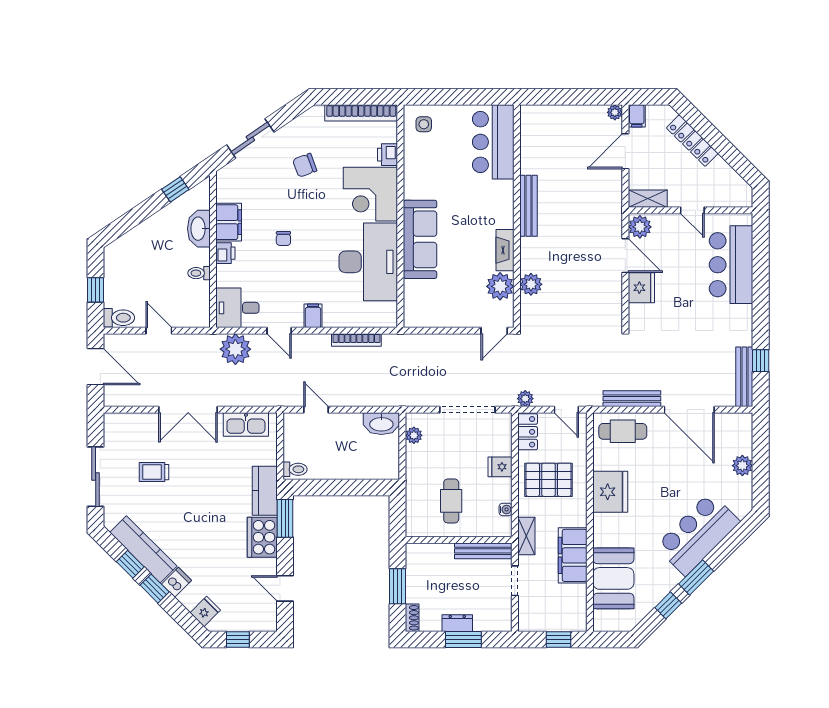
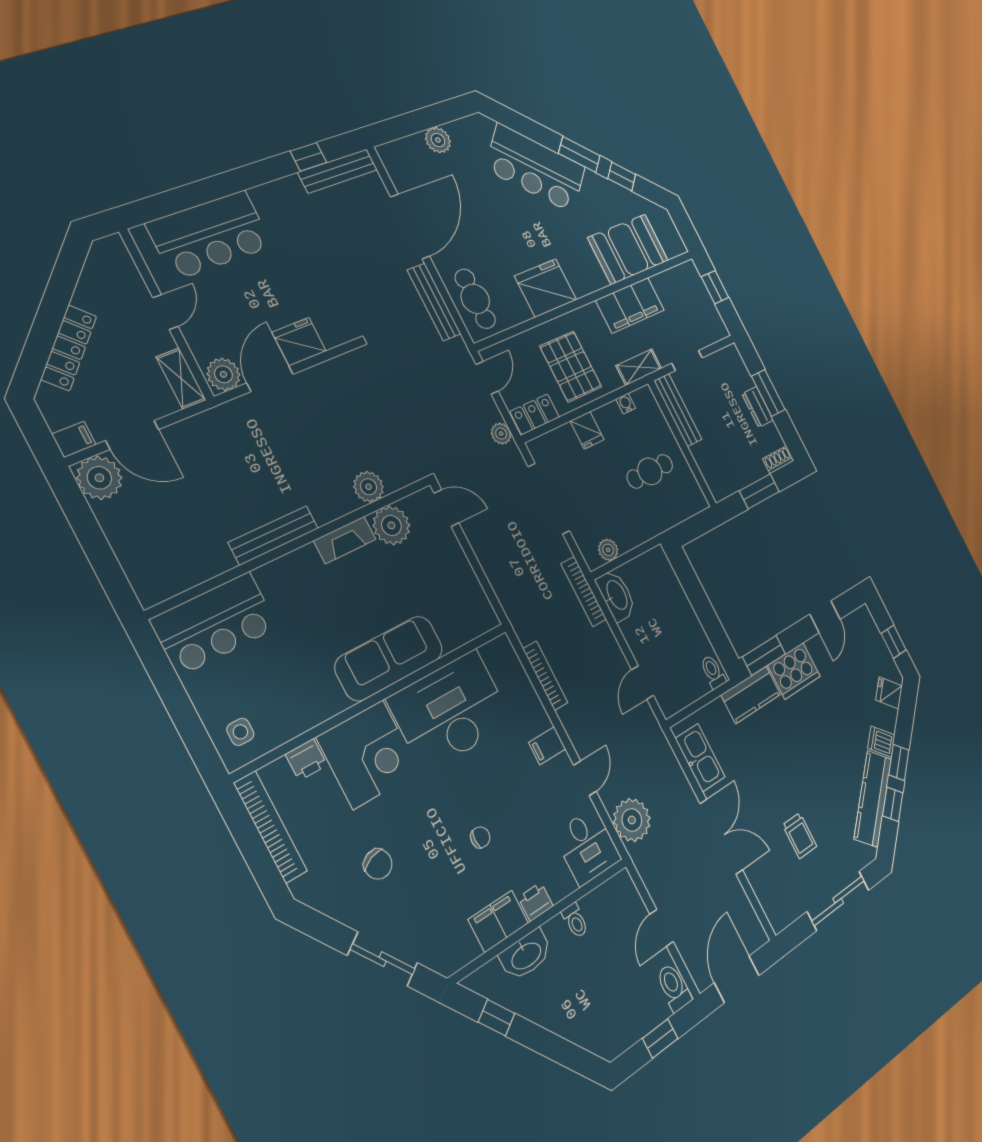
plant: (615, 112) -> (99, 478), width x1.87, depth x1.87
bookcase: (396, 400) -> (584, 592), added

